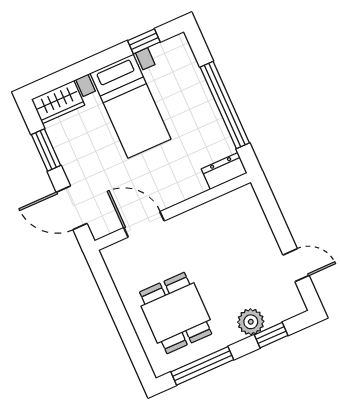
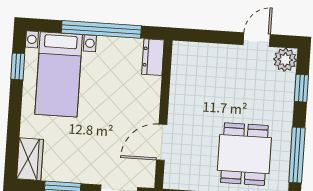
bed with nightstands: (131, 106) -> (59, 74), moved, turned 90
dining table: (176, 313) -> (244, 154), turned 90
plant: (251, 322) -> (285, 60), moved

